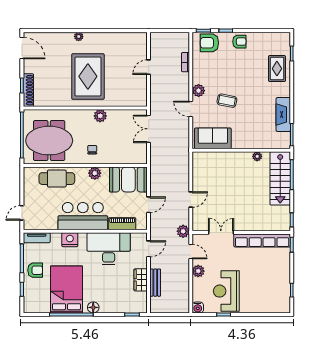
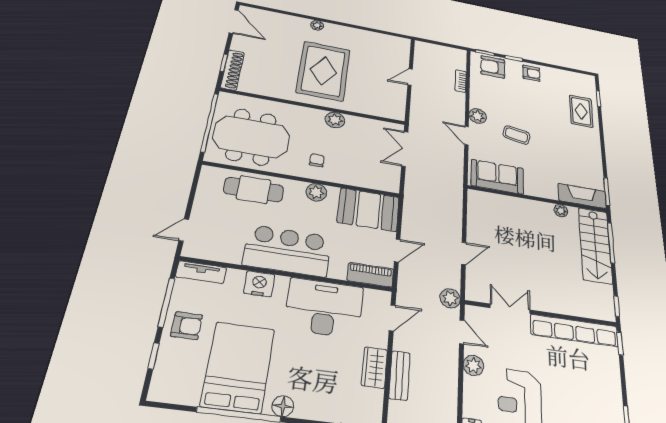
fireplace: (283, 115) -> (582, 196), moved, turned 90
piano: (122, 224) -> (370, 275), moved

